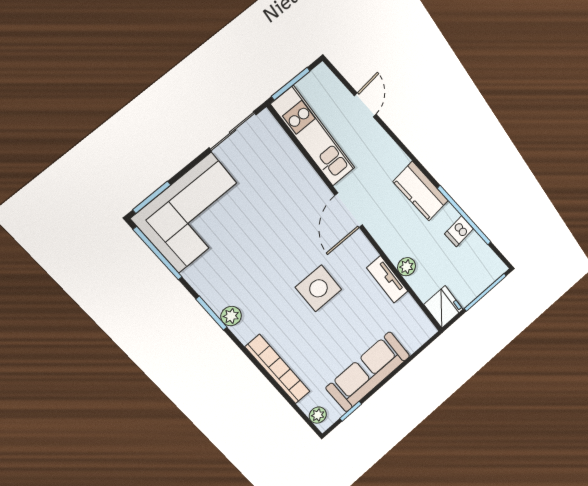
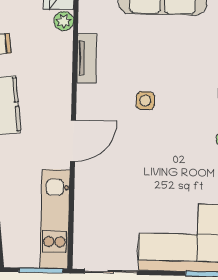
plant: (407, 267) -> (64, 21), moved
side table: (318, 288) -> (145, 101), width x0.54, depth x0.54

